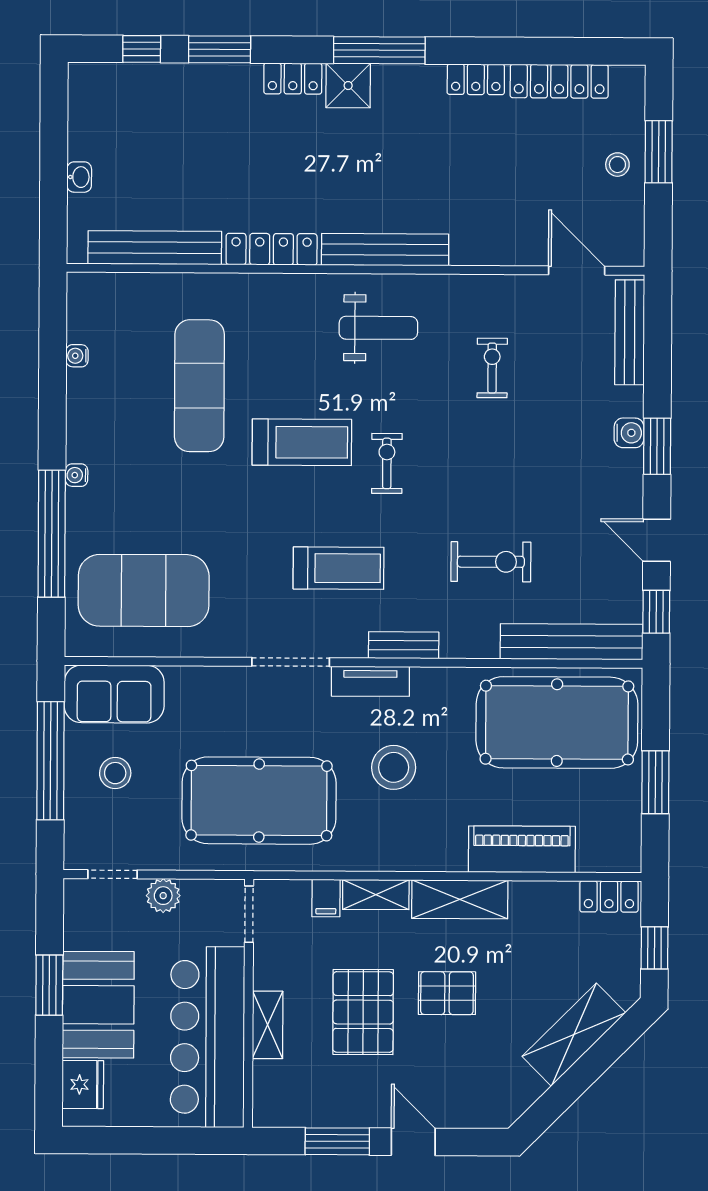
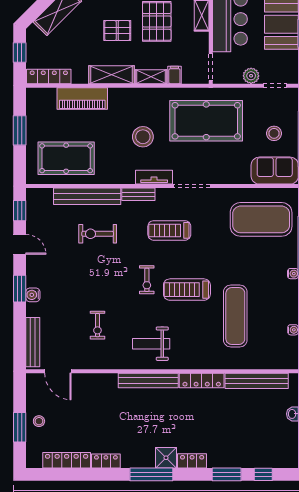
bench: (571, 642) -> (87, 196), moved
pool table: (557, 723) -> (66, 158), width x0.73, depth x0.76
locker: (609, 896) -> (49, 76), width x1.53

